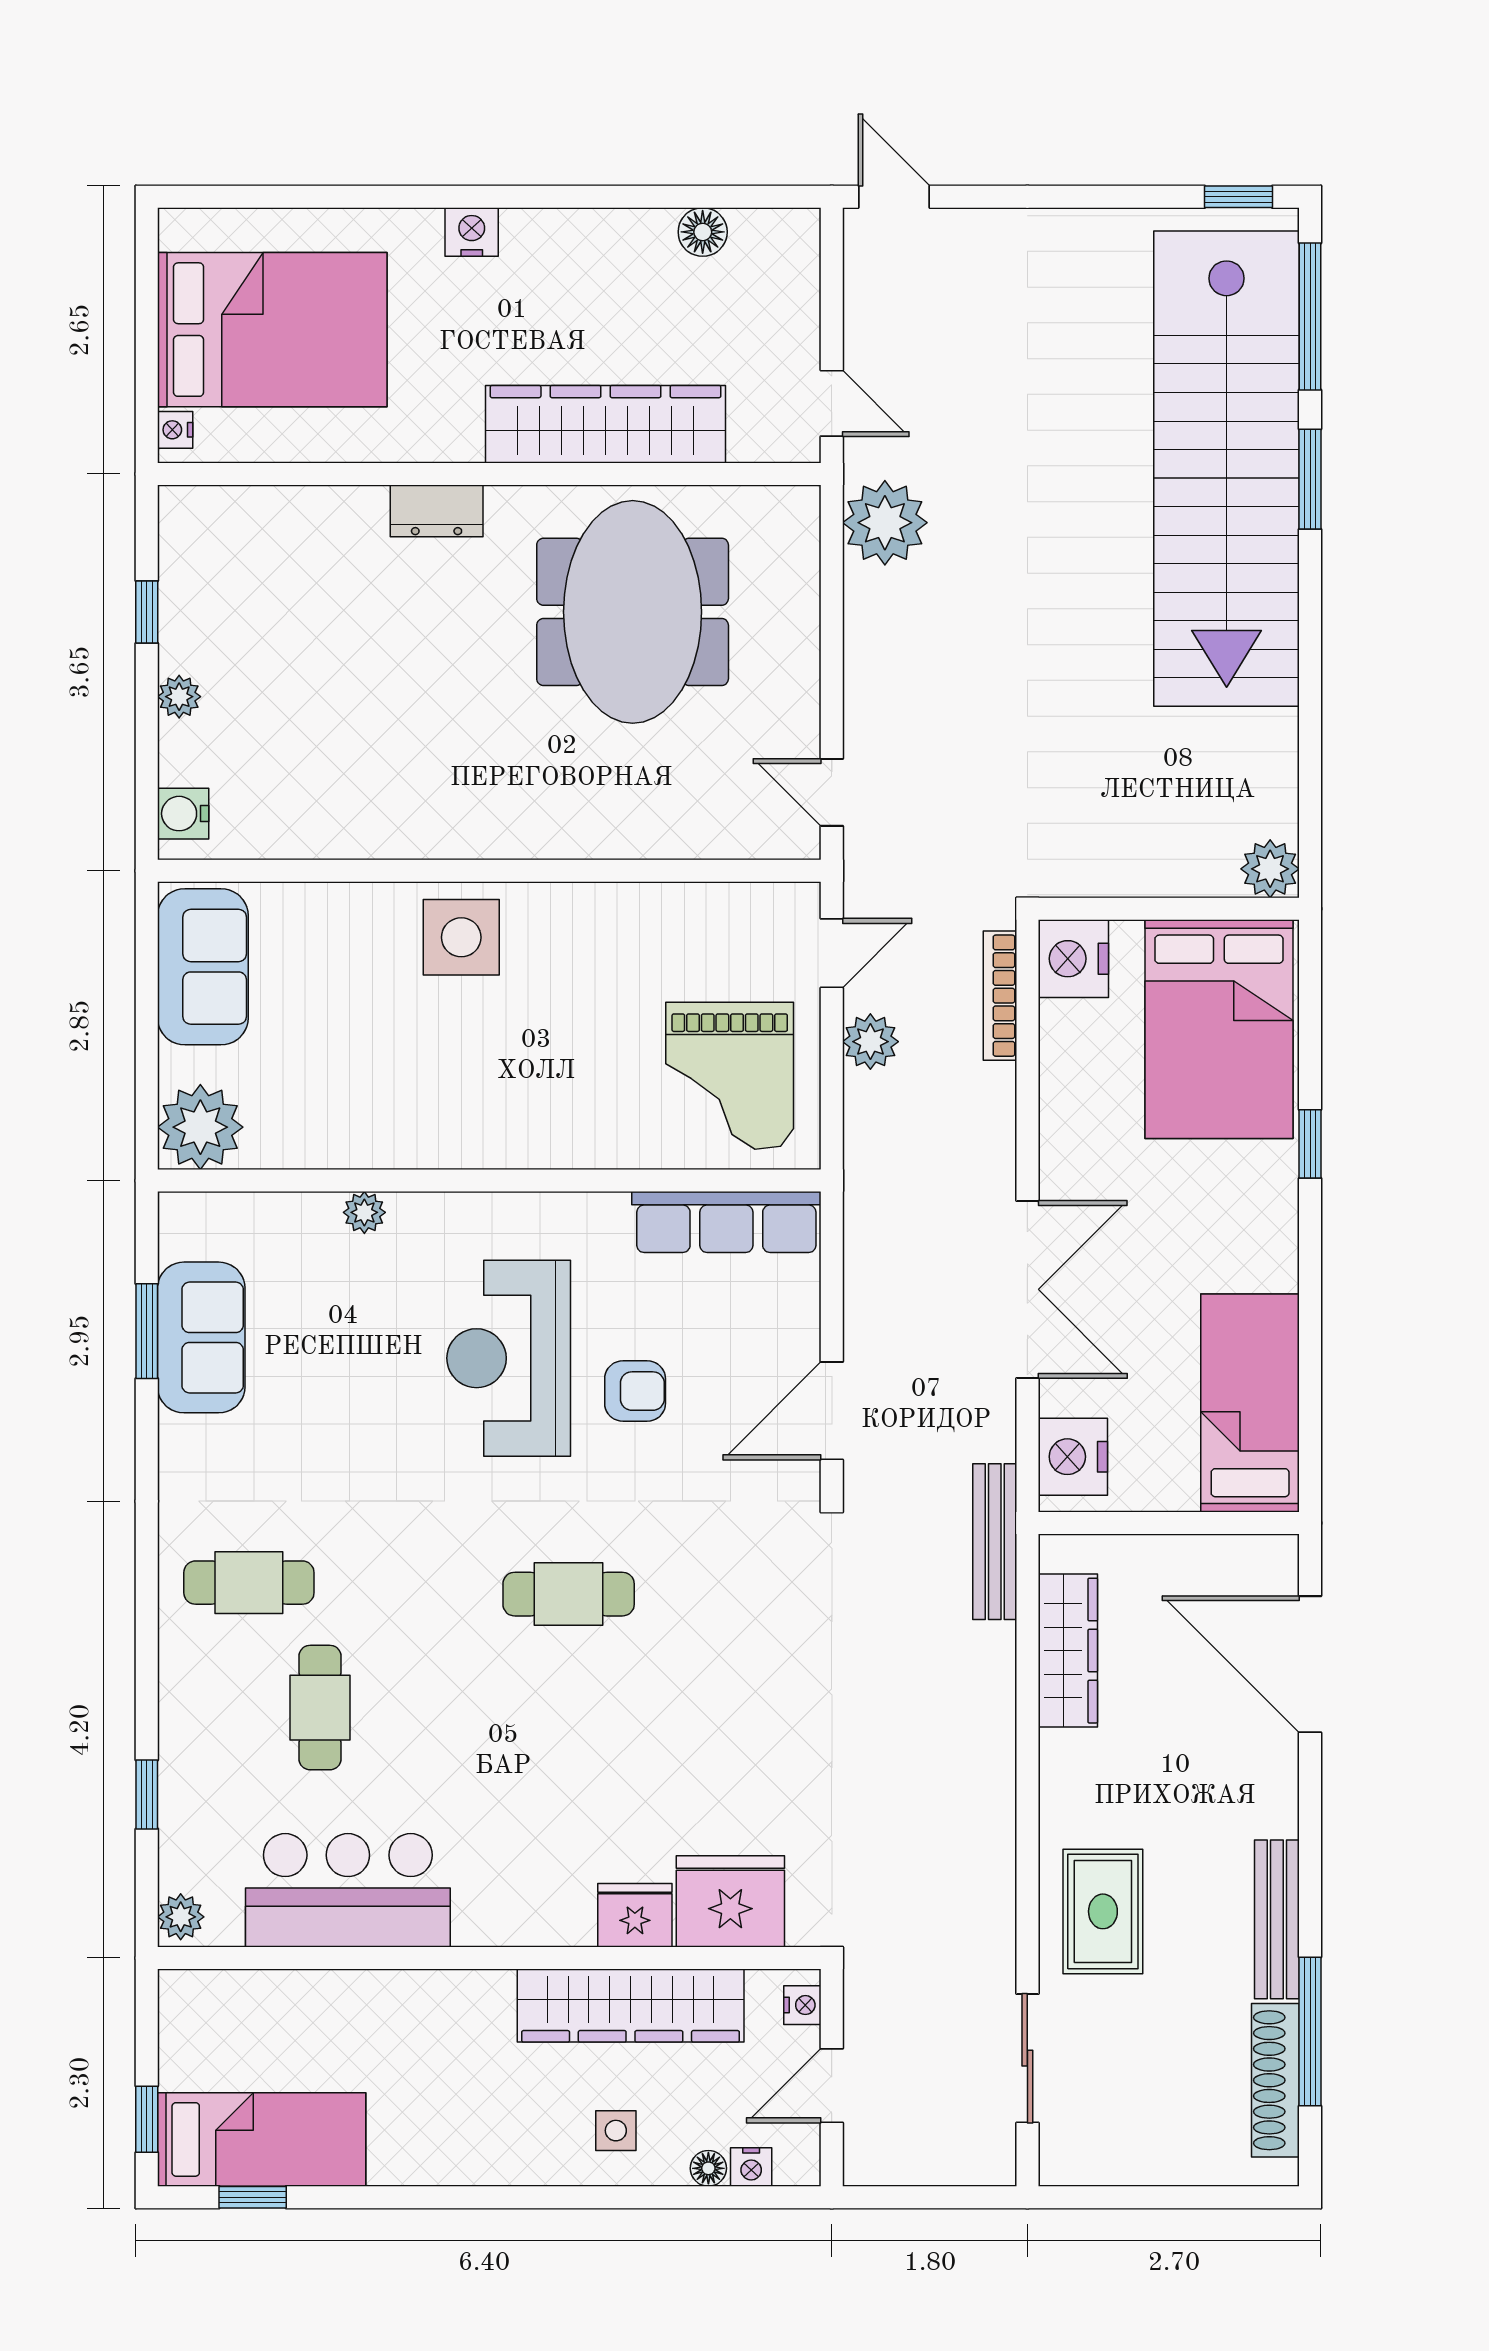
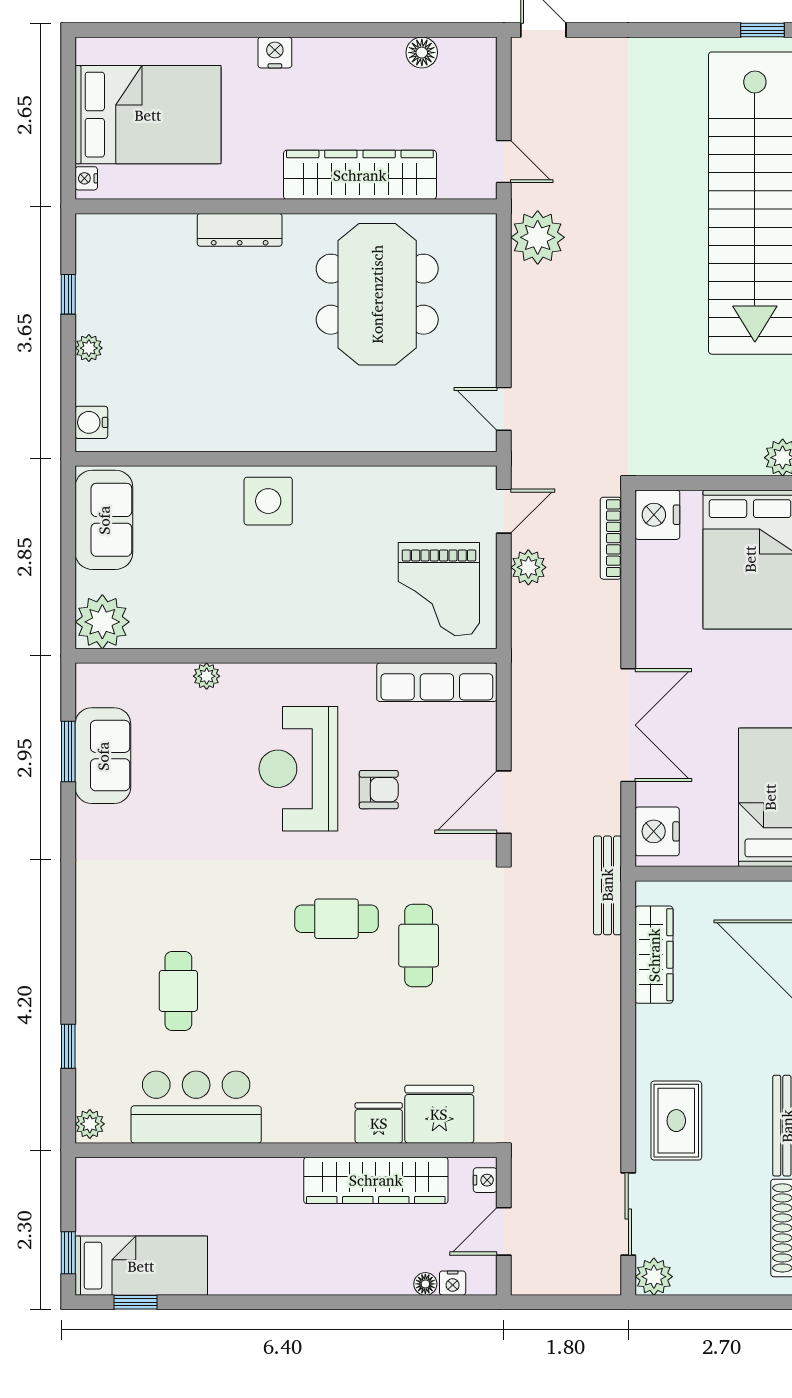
dresser: (437, 511) -> (240, 230), width x1.44
cafe table: (249, 1583) -> (419, 946), moved, turned 90
side table: (616, 2131) -> (367, 1260), removed
plant: (1068, 2157) -> (654, 1277), added

